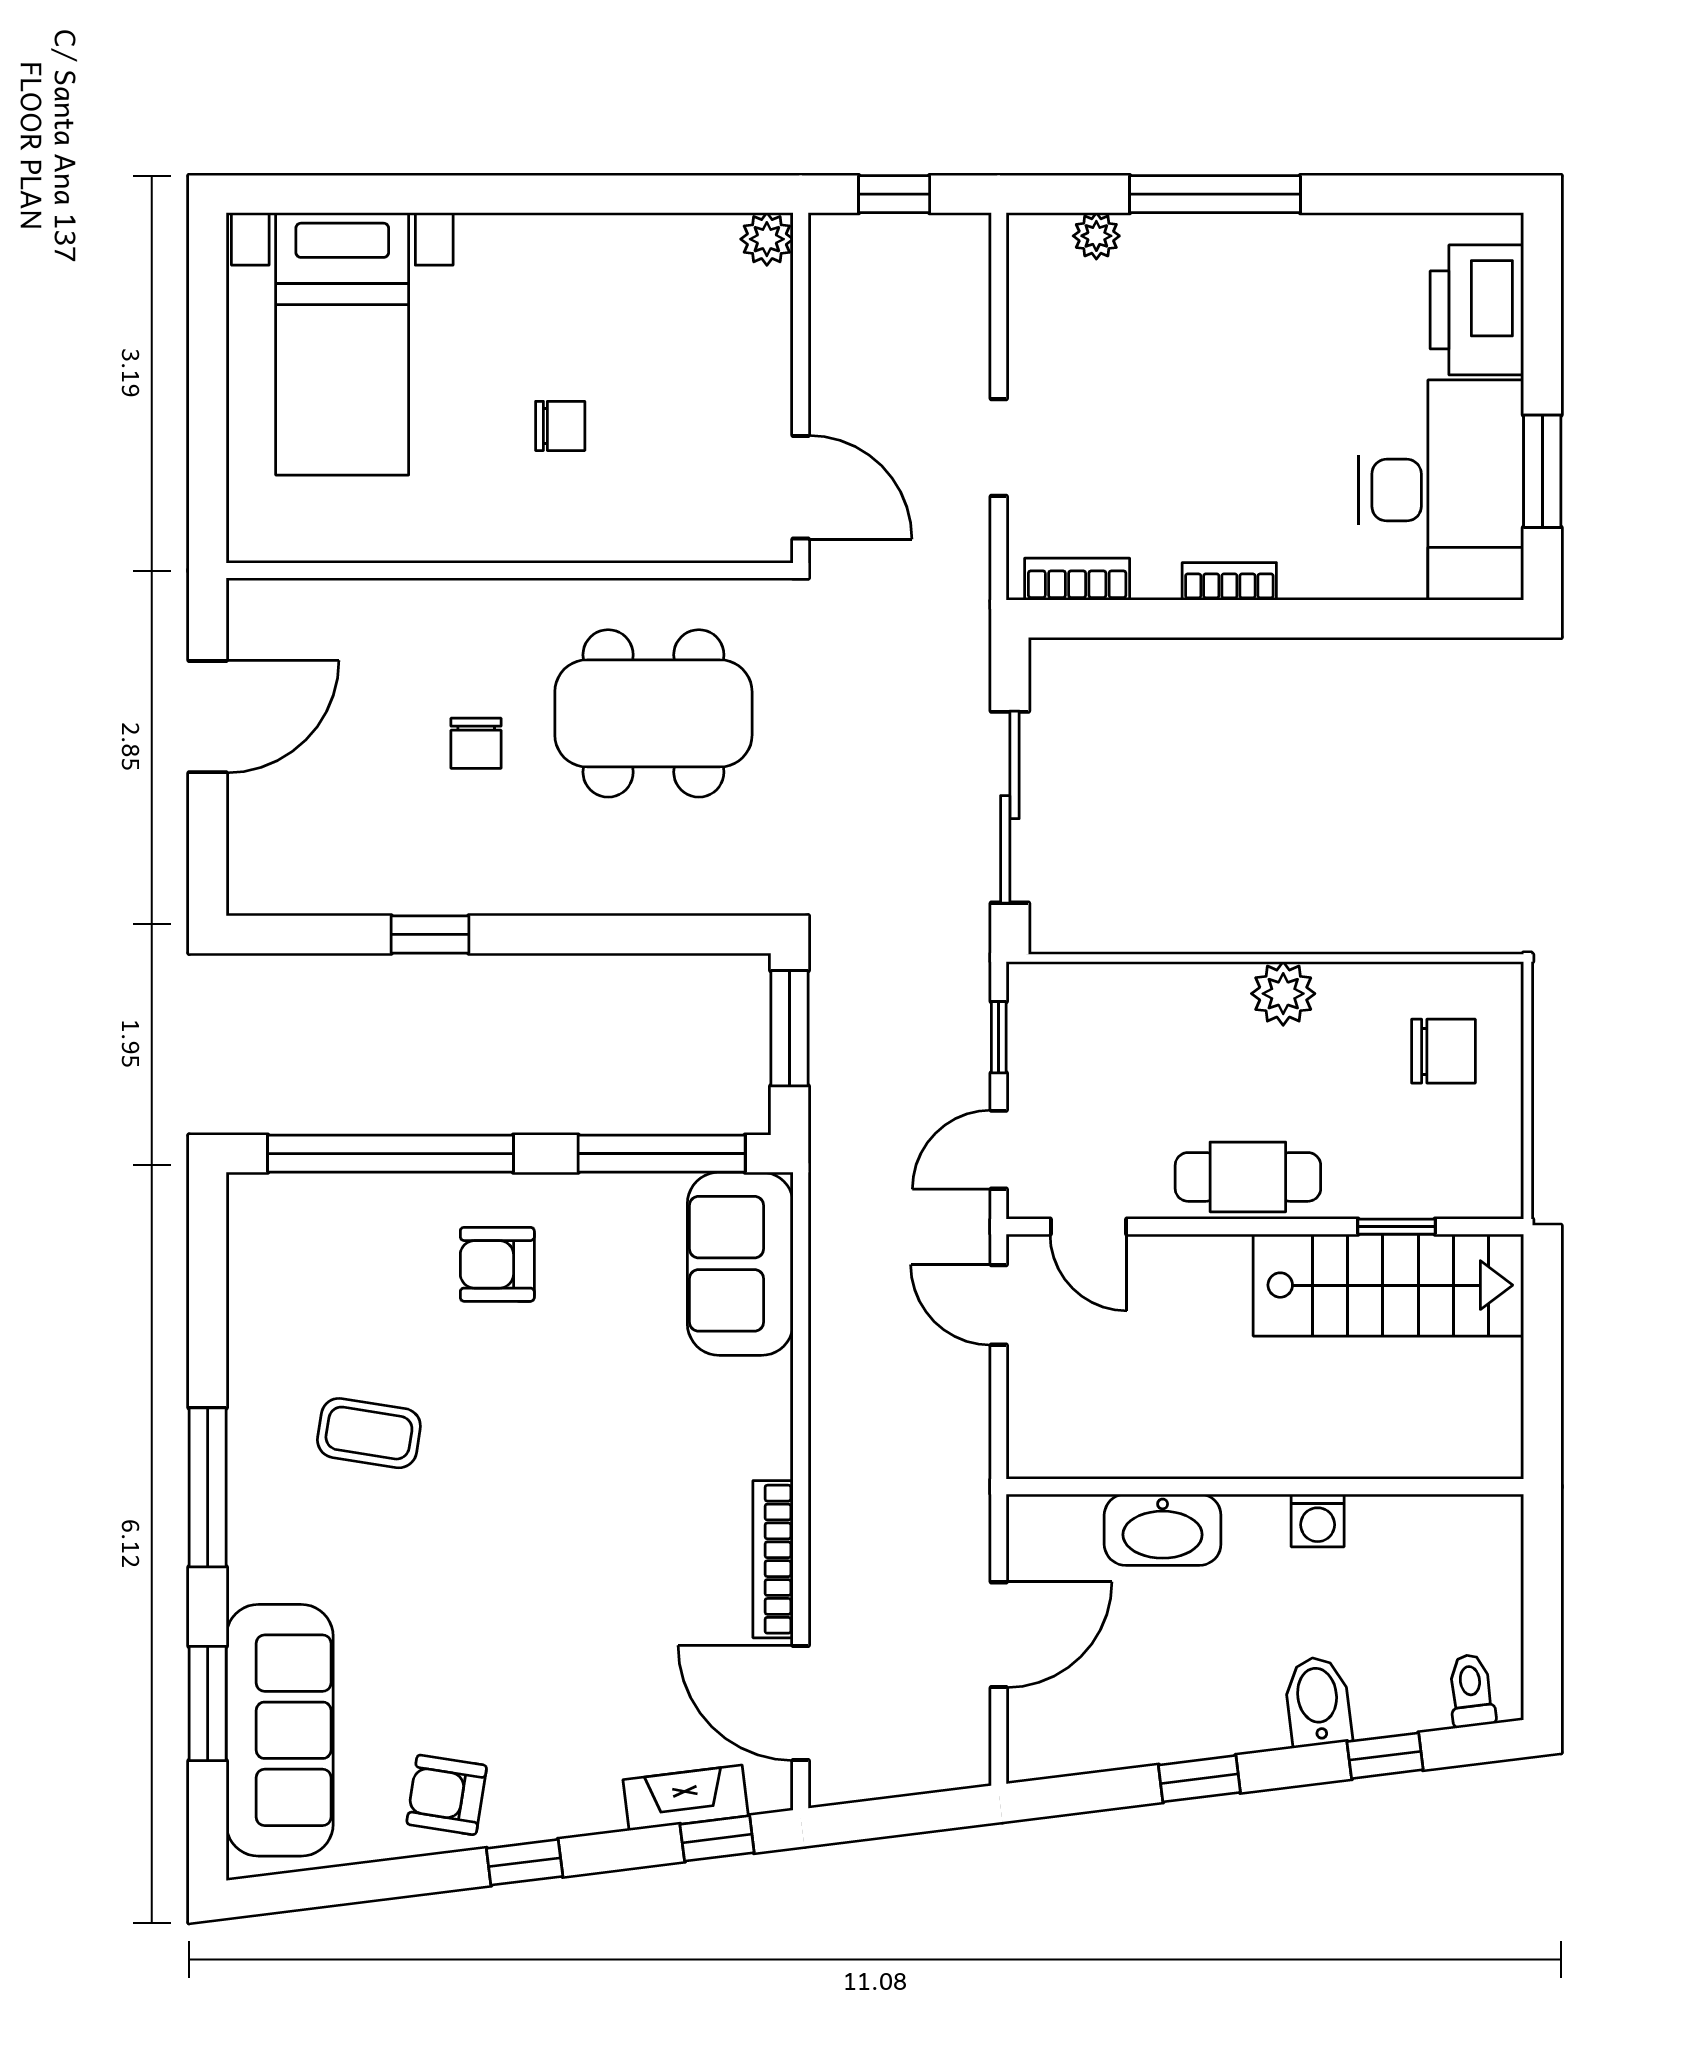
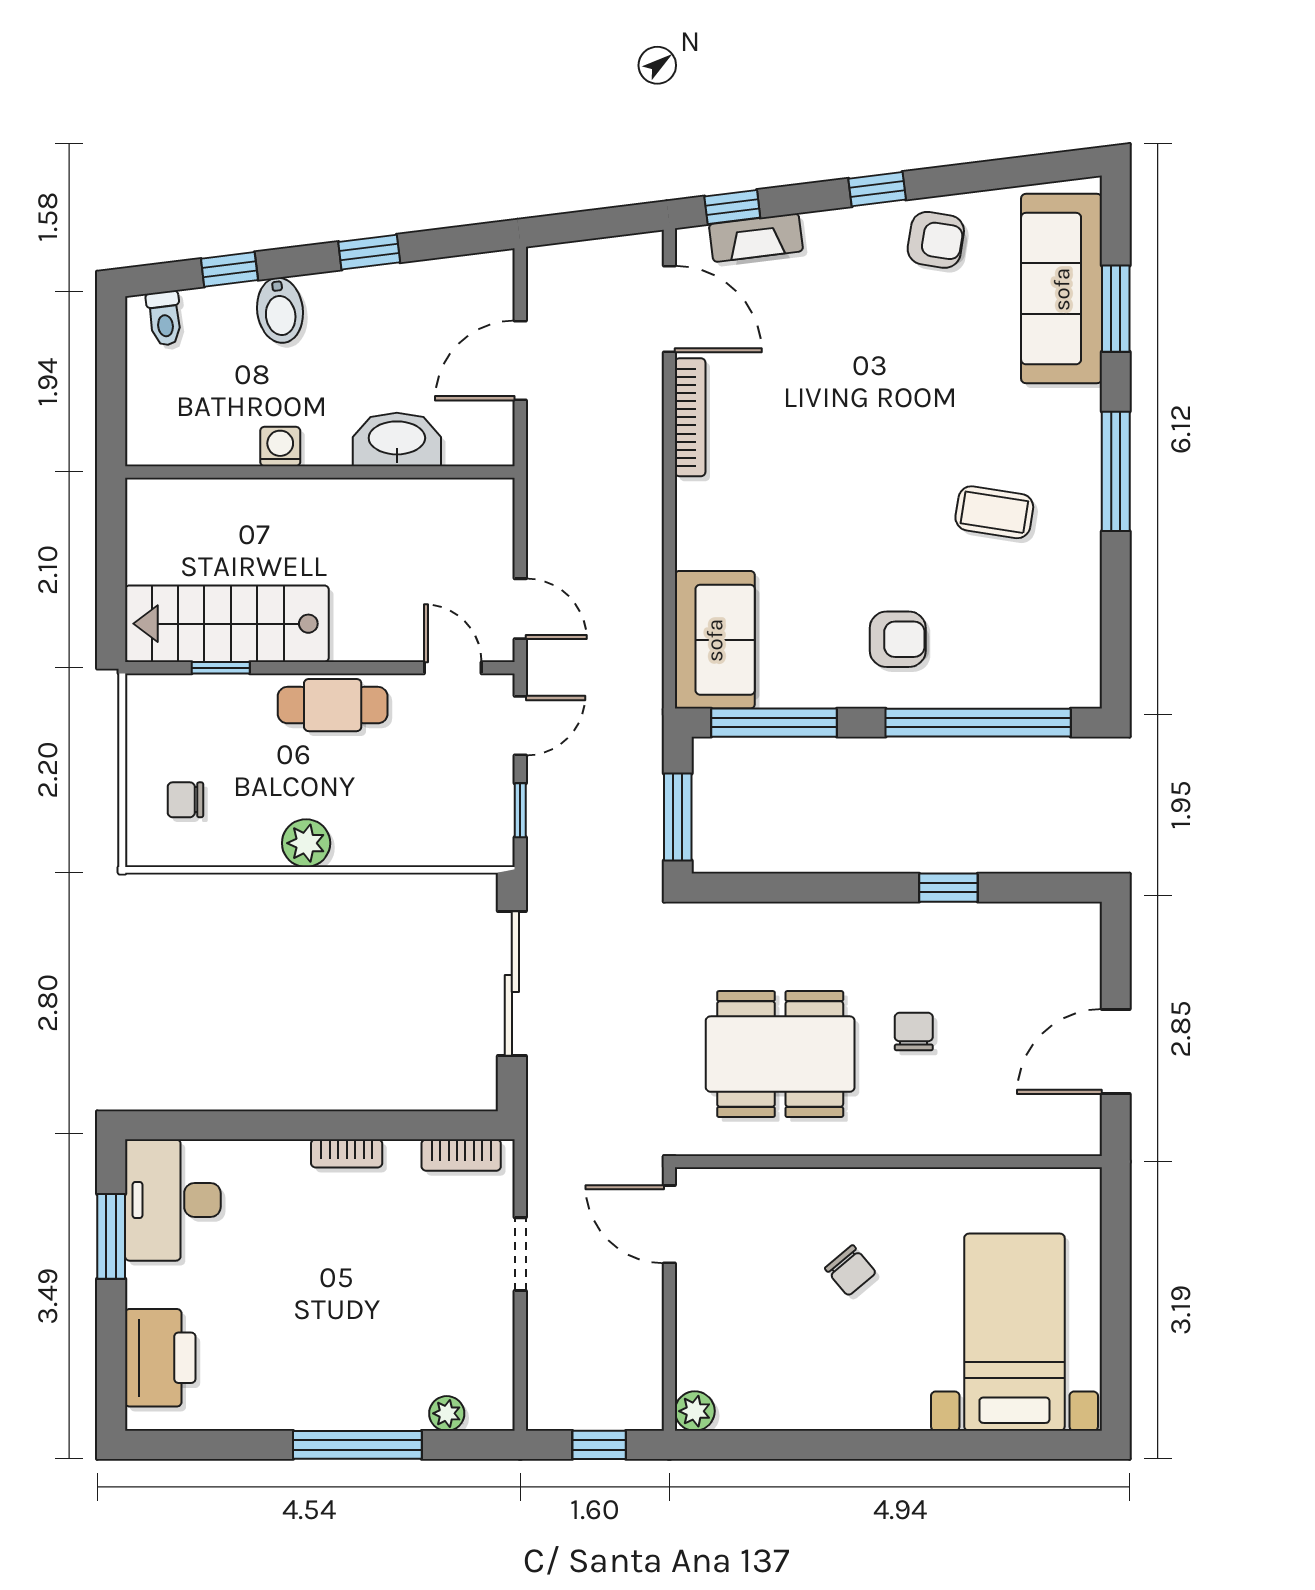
chair: (560, 426) -> (850, 1270), turned -130
desk: (1441, 490) -> (173, 1200), width x0.73, depth x0.77
chair: (1443, 1051) -> (185, 800), width x0.73, depth x0.73

